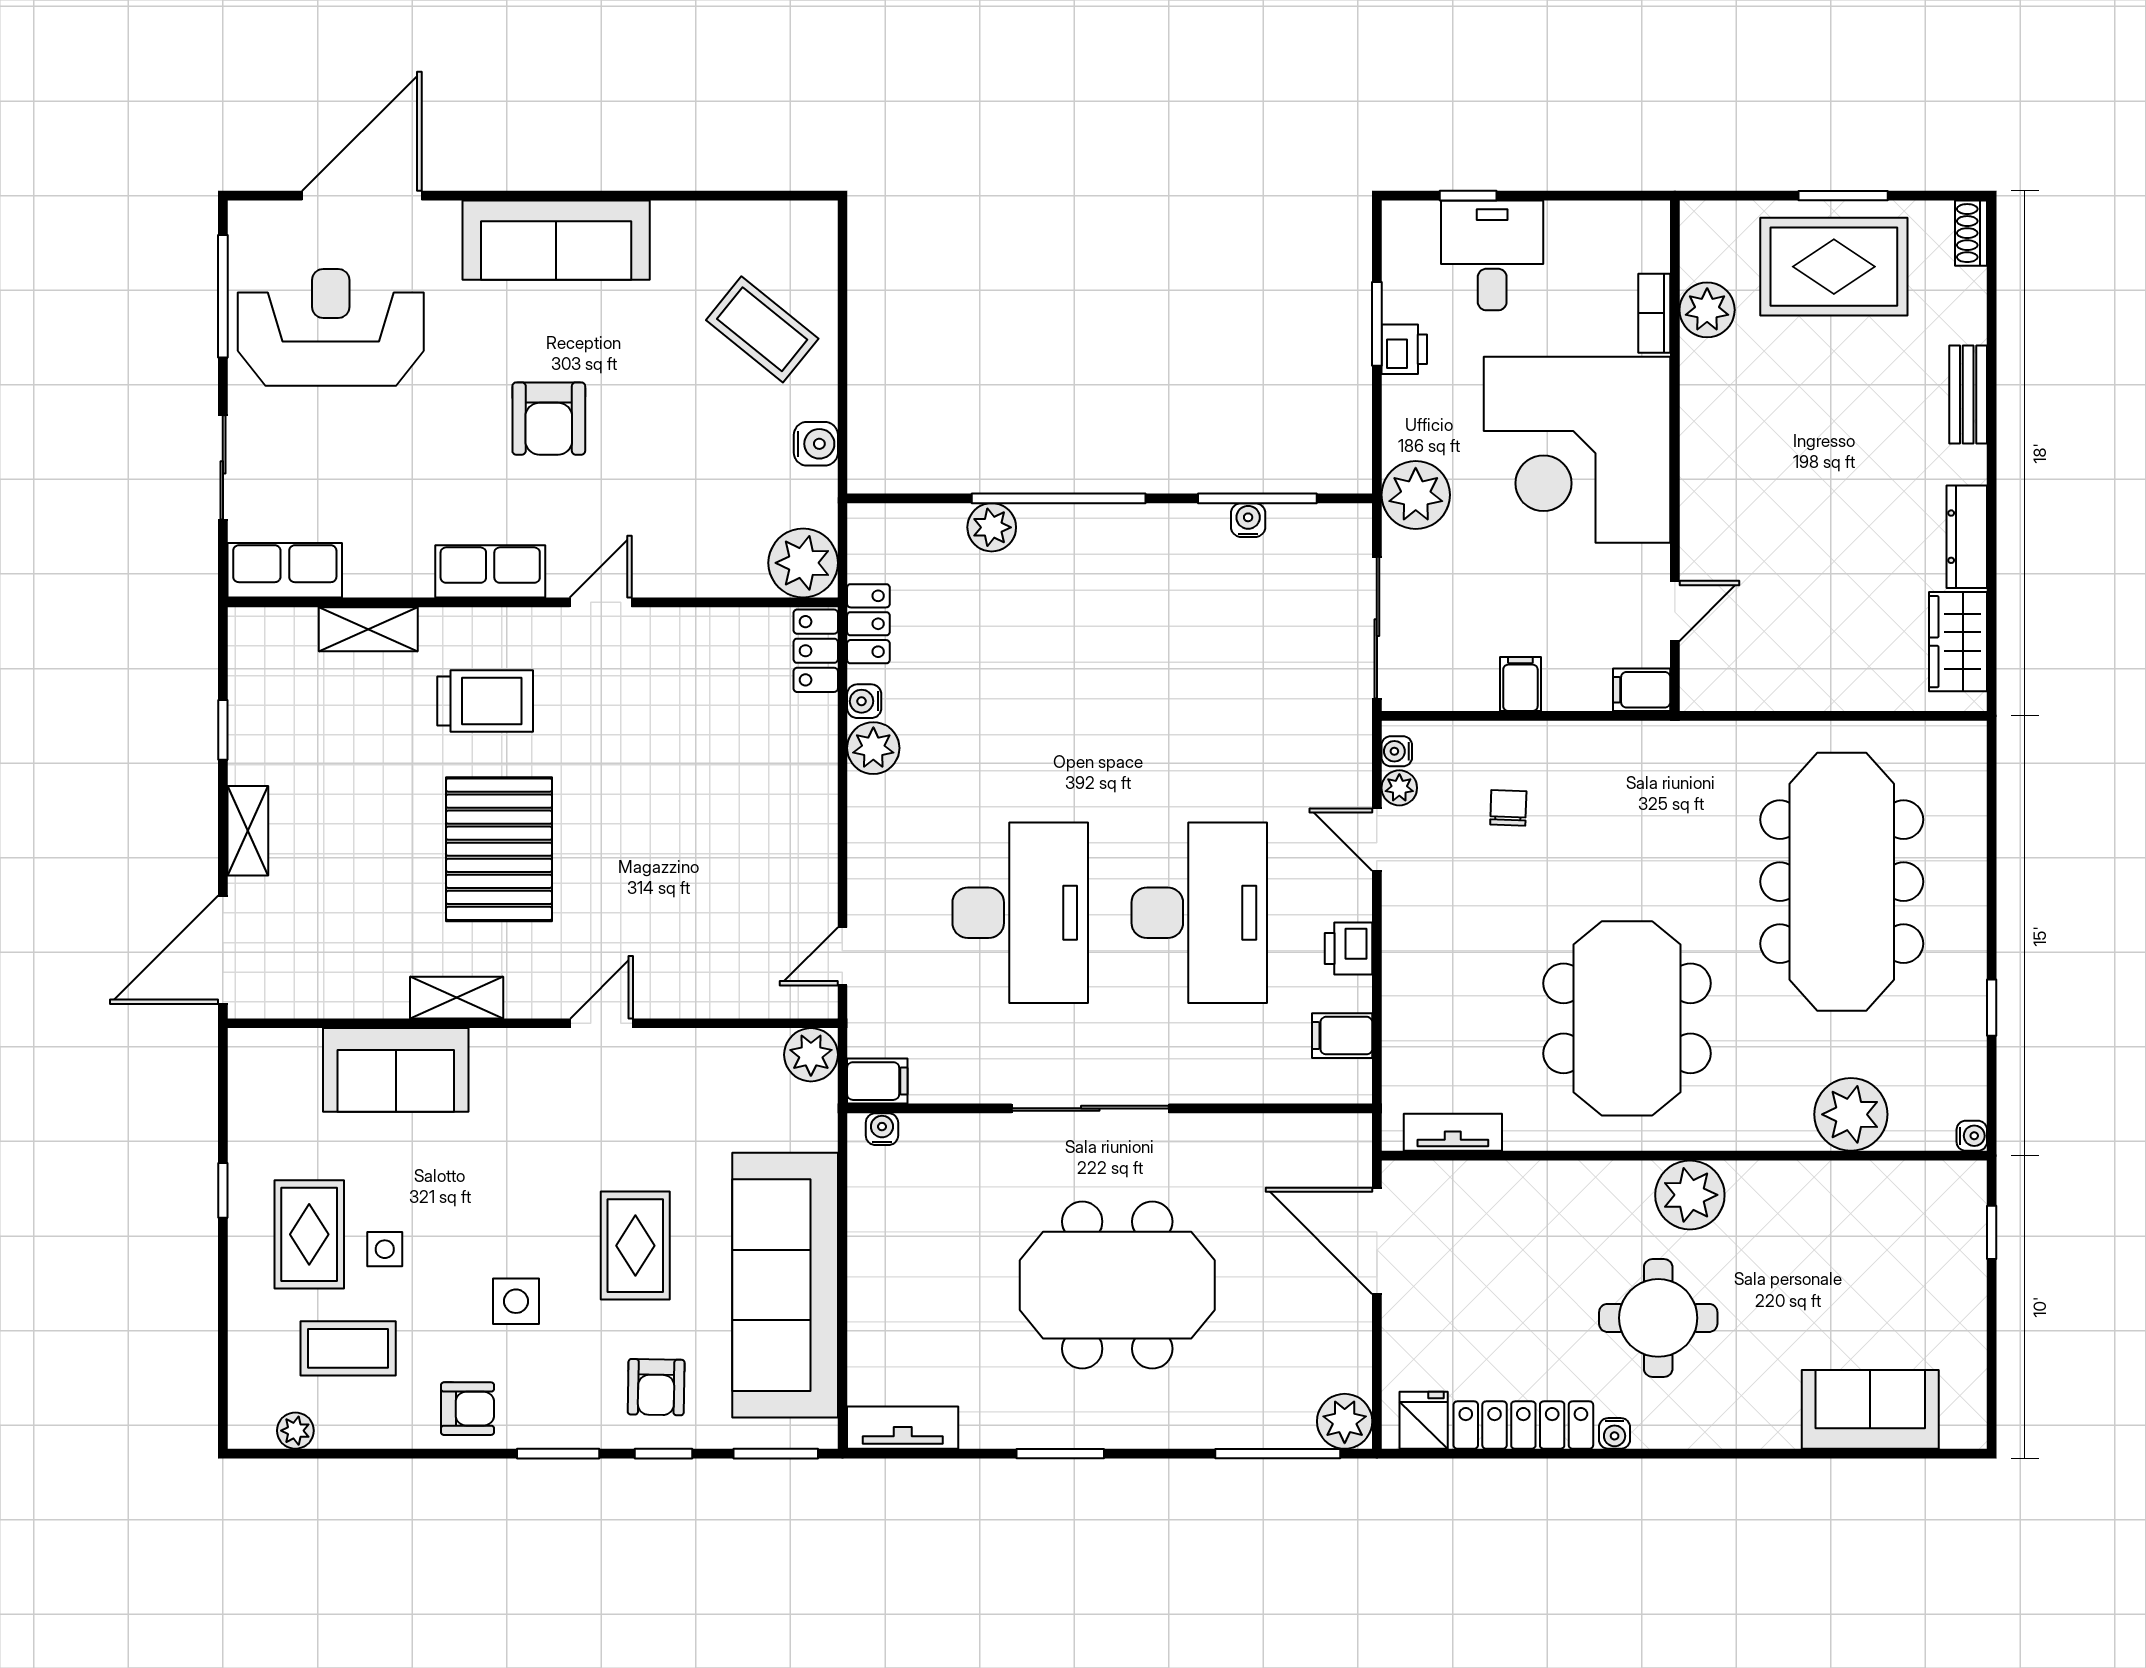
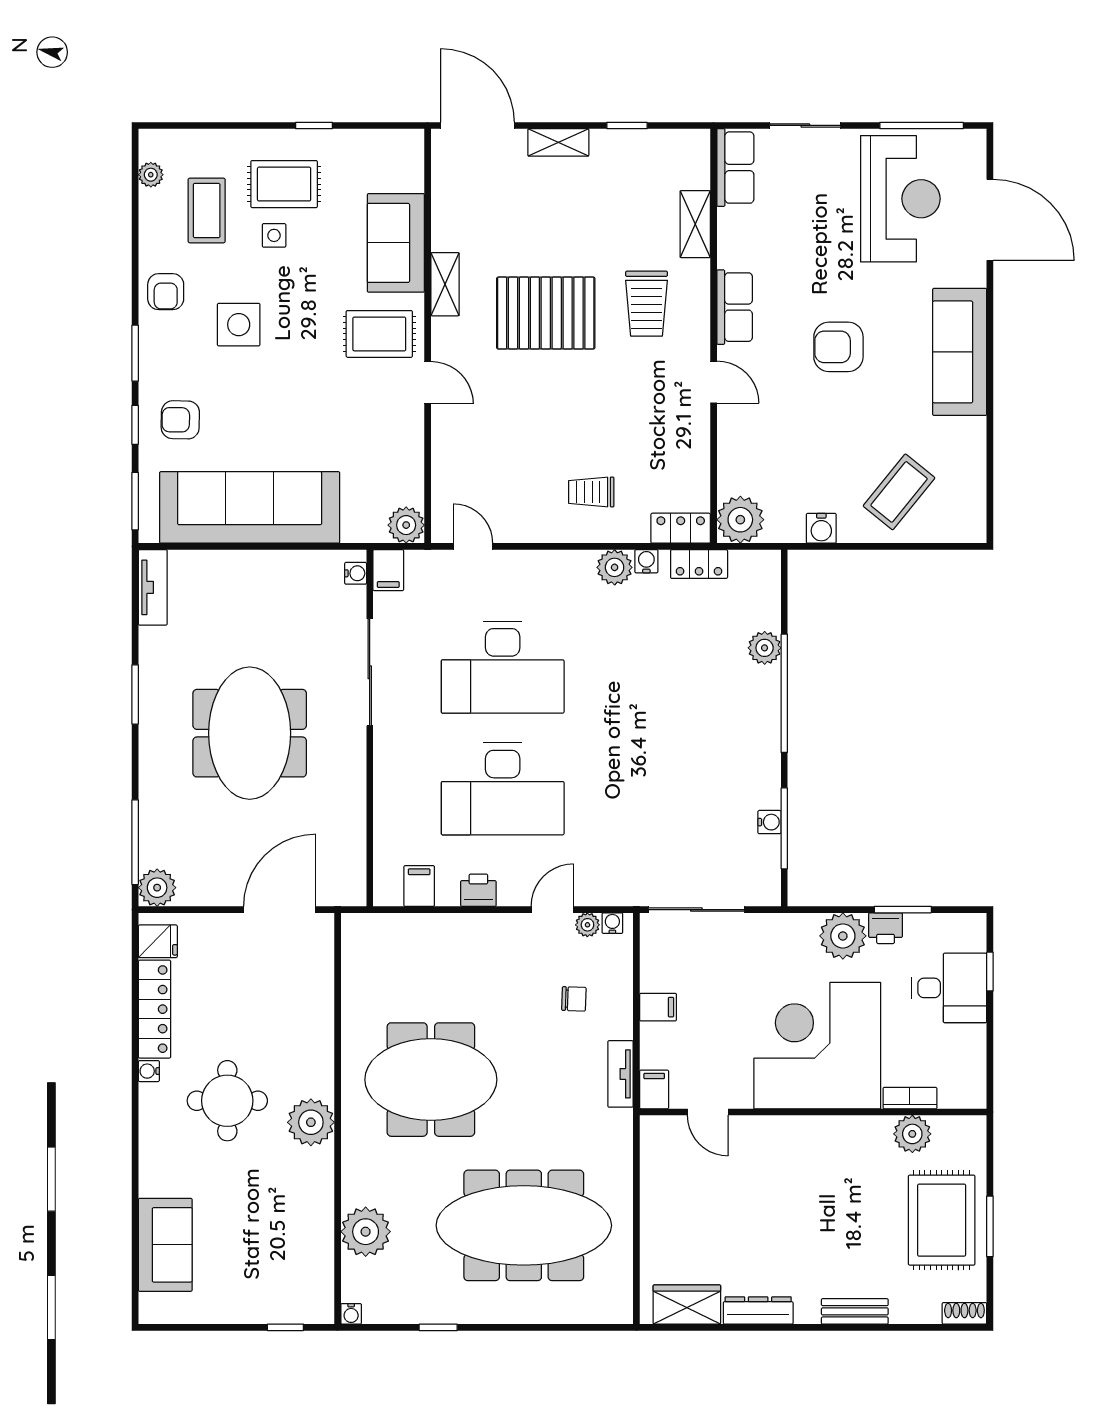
plant: (1416, 495) -> (843, 936), moved
trolley: (762, 782) -> (591, 492), added
sliding door: (1090, 1108) -> (370, 672), moved
tv unit: (1453, 1132) -> (621, 1074), moved, turned 180
rug: (635, 1246) -> (379, 334), moved
side table: (516, 1301) -> (239, 325), width x1.37, depth x1.37

